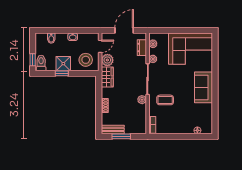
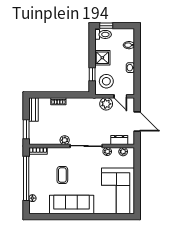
window: (62, 73) -> (92, 74), moved
wardrobe: (107, 77) -> (88, 104), removed
sofa: (203, 87) -> (72, 205), width x1.36
coffee table: (165, 100) -> (62, 175), moved
window: (121, 136) -> (26, 129), moved
window: (178, 136) -> (26, 178), added

